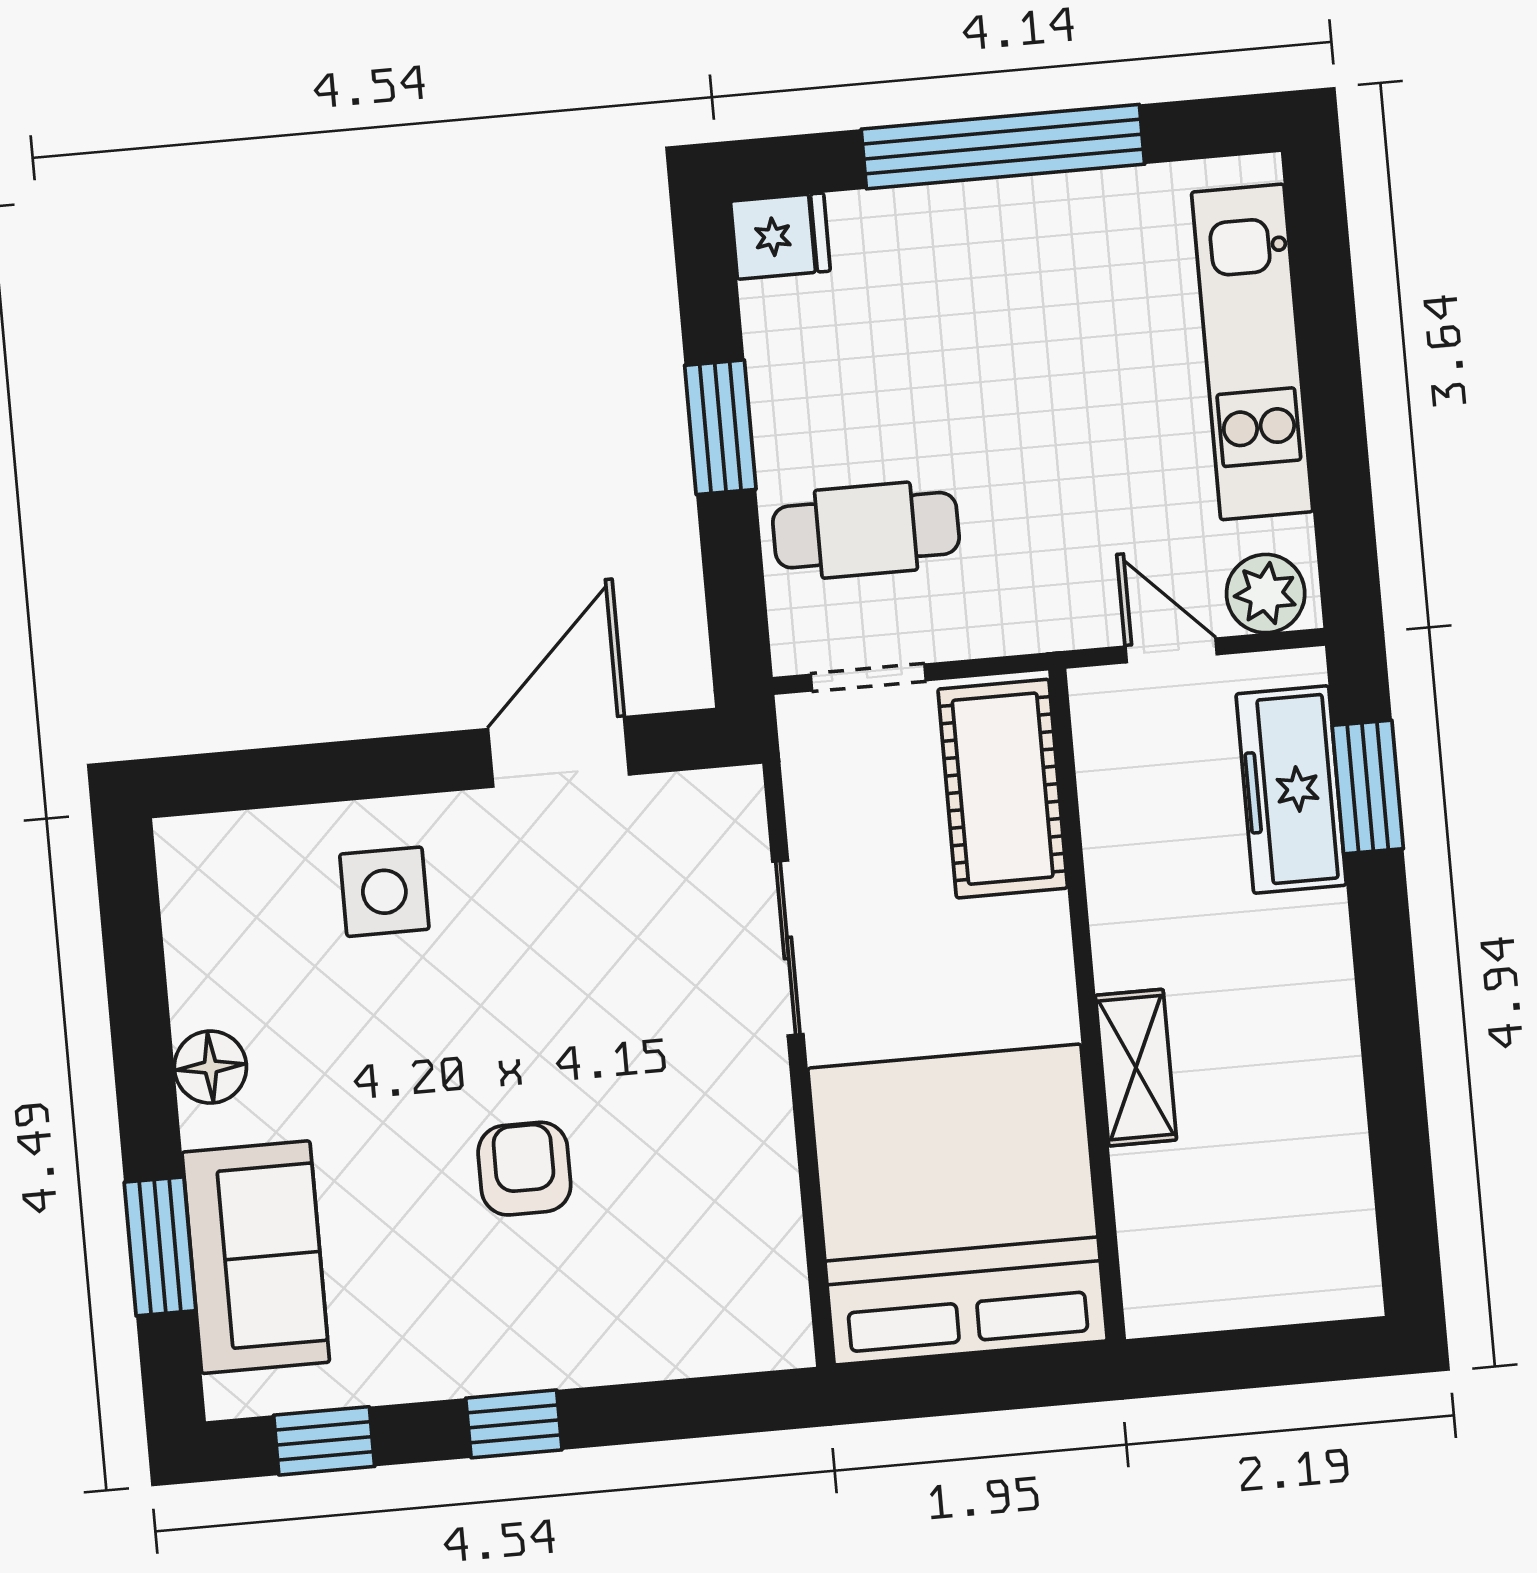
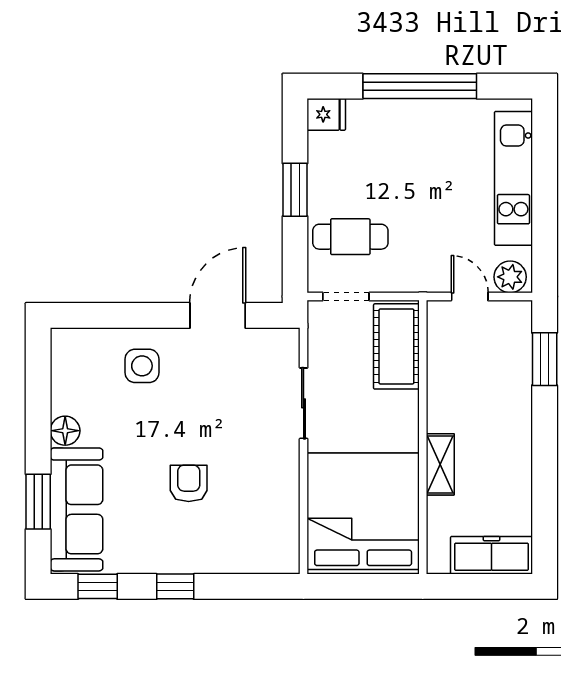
freezer: (1291, 790) -> (491, 555), moved, turned 90
sofa: (256, 1257) -> (77, 509), width x1.36

